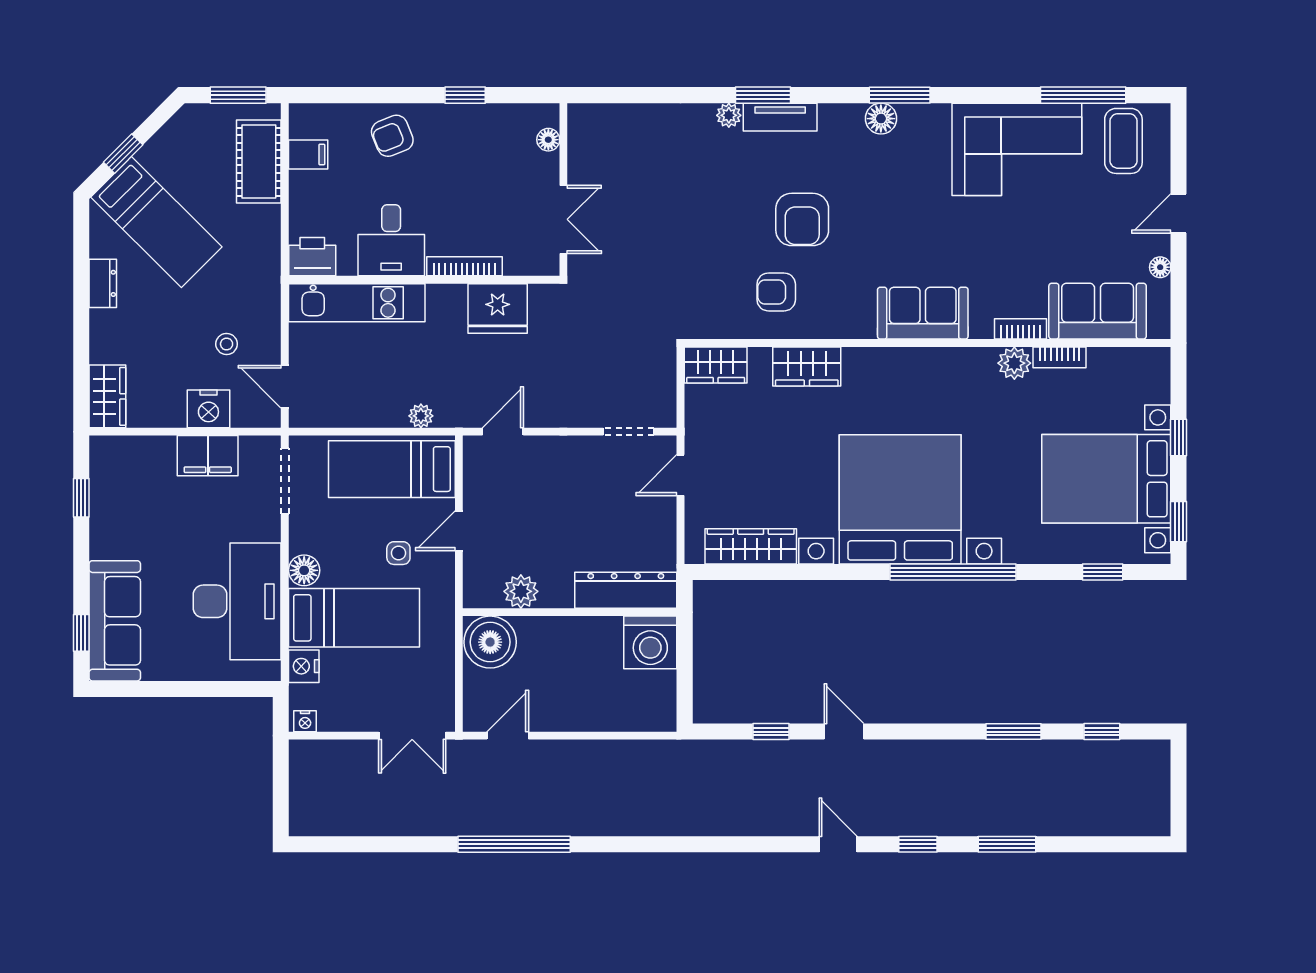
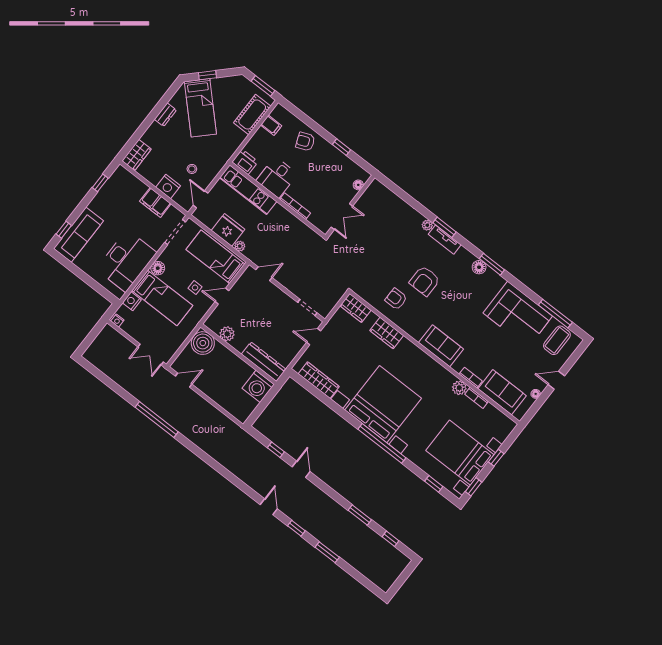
fridge: (498, 308) -> (228, 230), moved, turned 180

